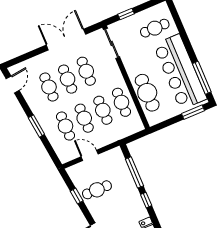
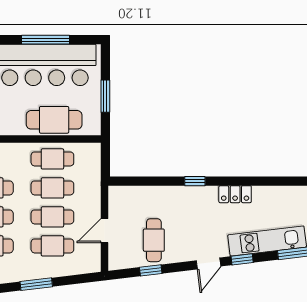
window: (202, 78) -> (45, 40), moved
window: (193, 112) -> (105, 96), moved
window: (134, 172) -> (152, 181), removed

